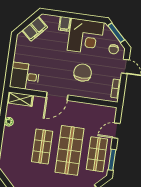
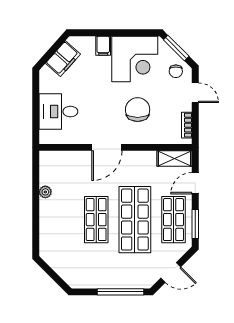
desk: (25, 76) -> (58, 112), moved
shelving: (20, 99) -> (174, 159), moved

